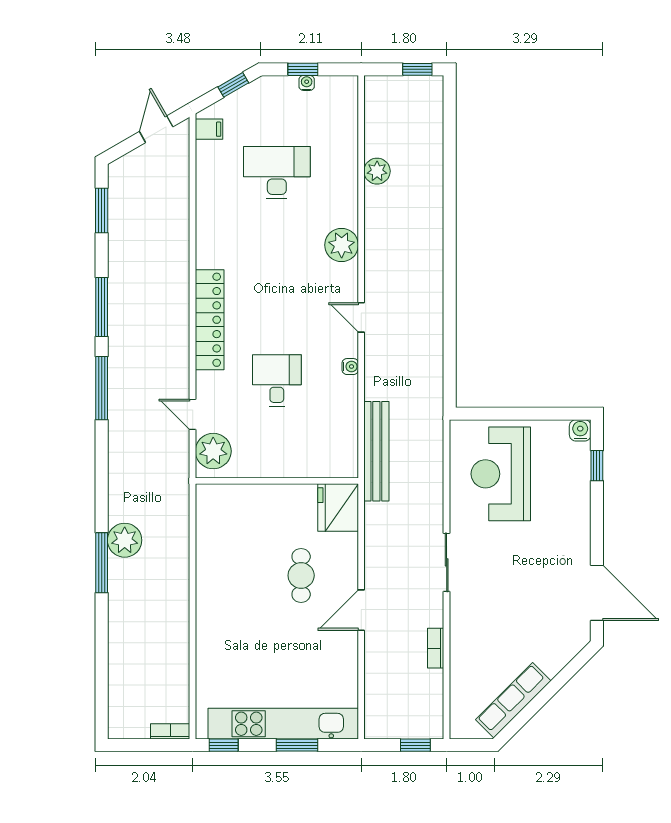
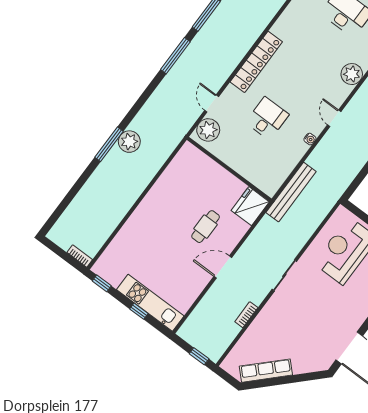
kitchen unit: (283, 724) -> (150, 303), width x0.73
window: (297, 745) -> (139, 311), width x0.67

